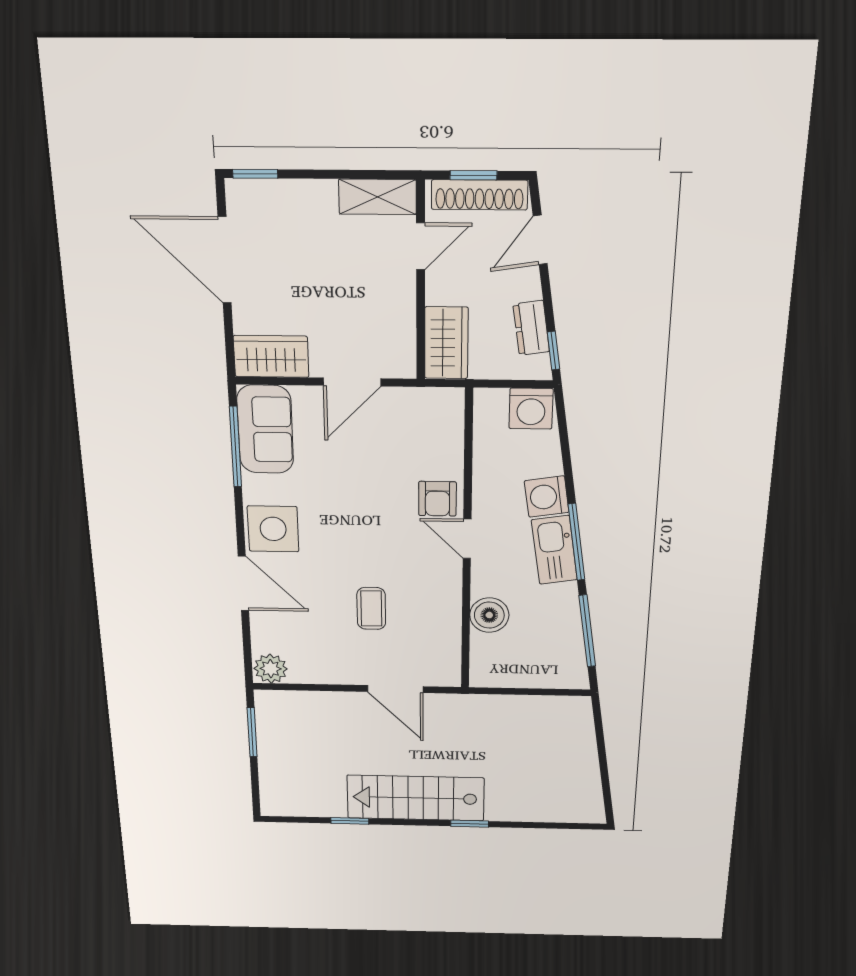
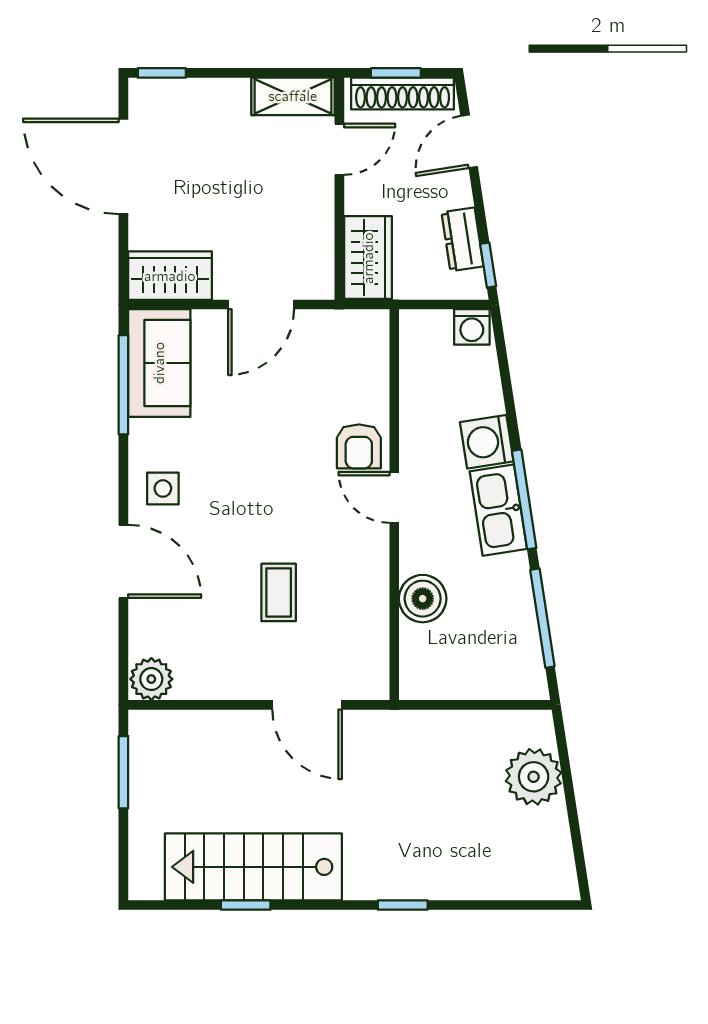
washing machine: (531, 409) -> (472, 327), width x0.73, depth x0.73
side table: (273, 529) -> (163, 488), width x0.54, depth x0.54
plant: (574, 742) -> (534, 777), added
stairs: (416, 798) -> (253, 867), moved

